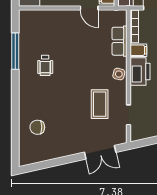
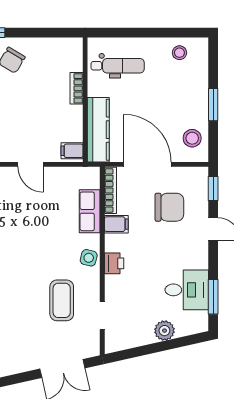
door: (89, 8) -> (31, 164), moved
printer: (140, 71) -> (114, 263), width x0.53, depth x0.68

